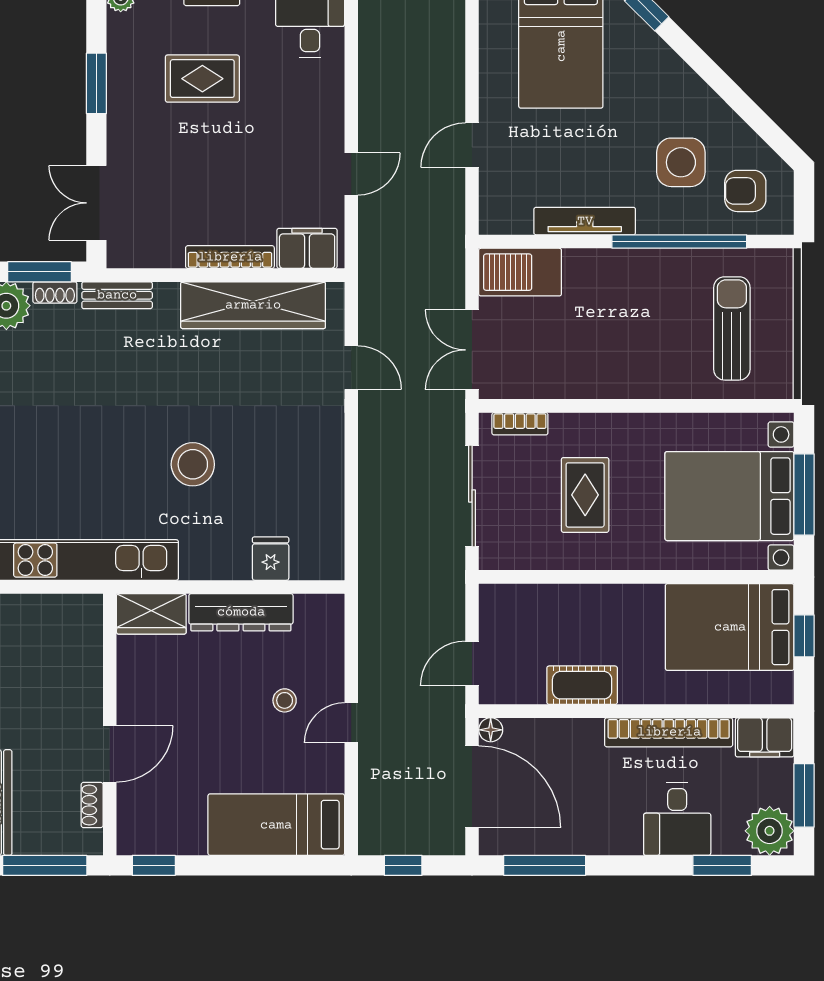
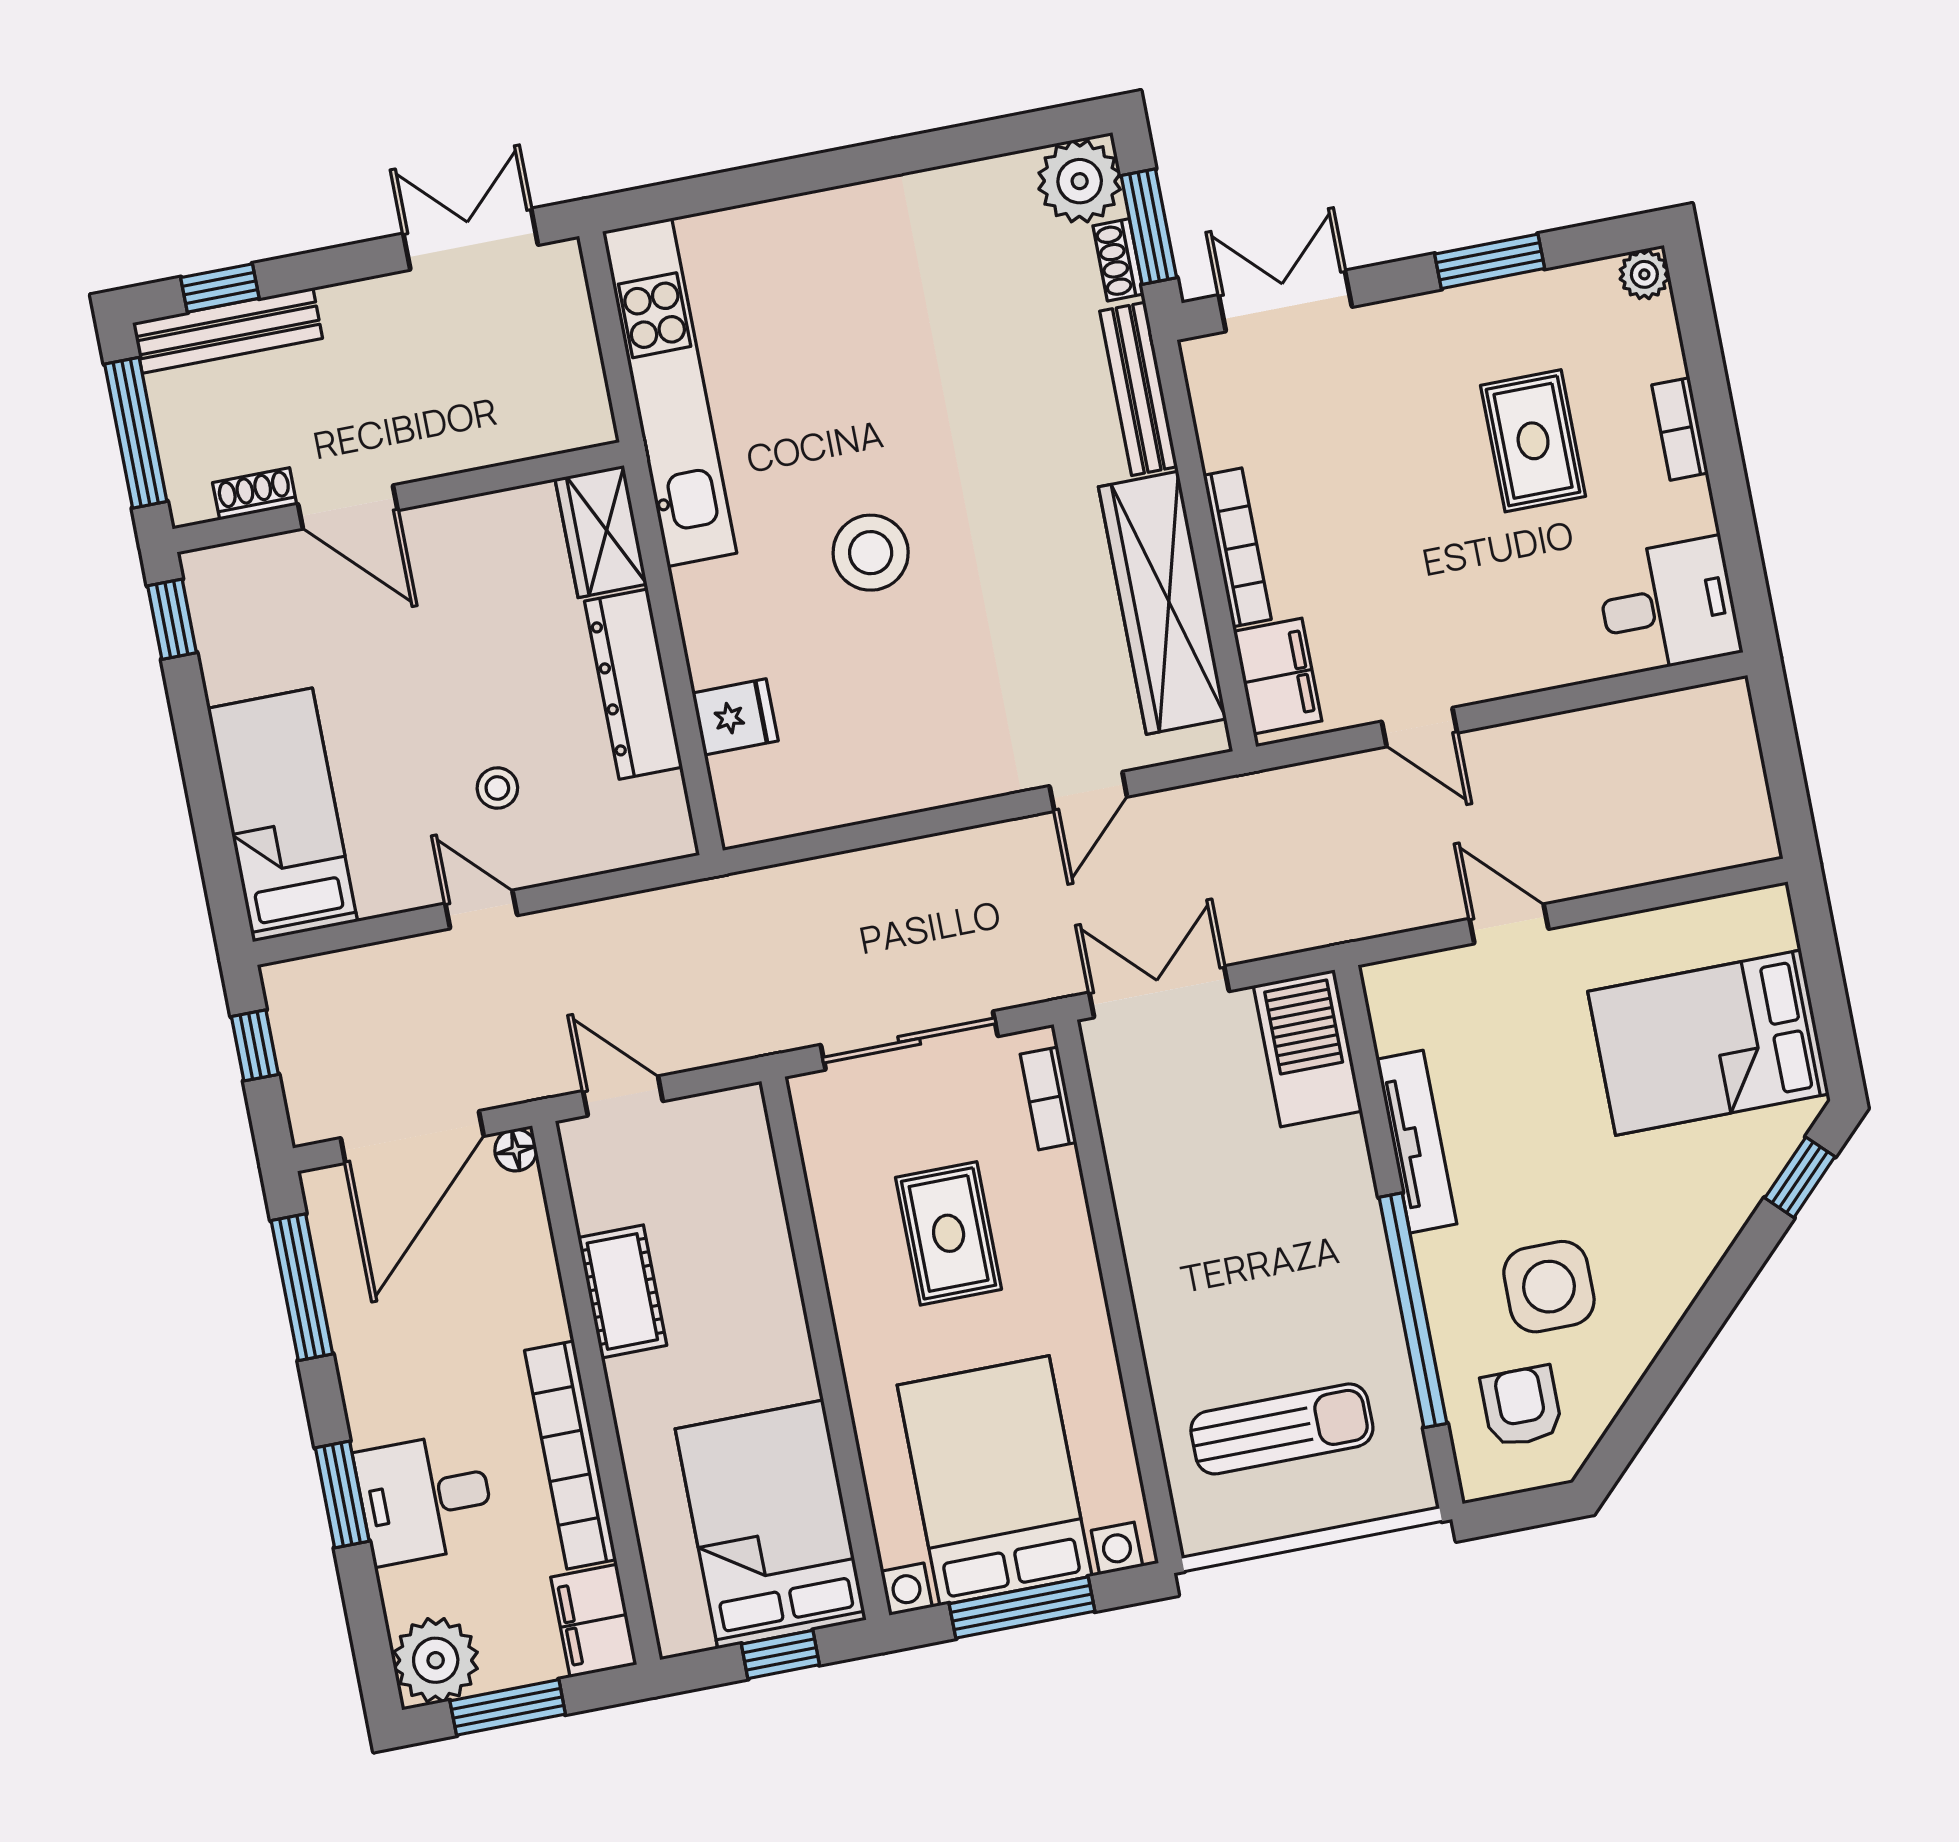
bench: (117, 295) -> (1139, 389), width x1.36
rug: (585, 495) -> (949, 1233), turned 90
window: (722, 865) -> (342, 1494), moved

